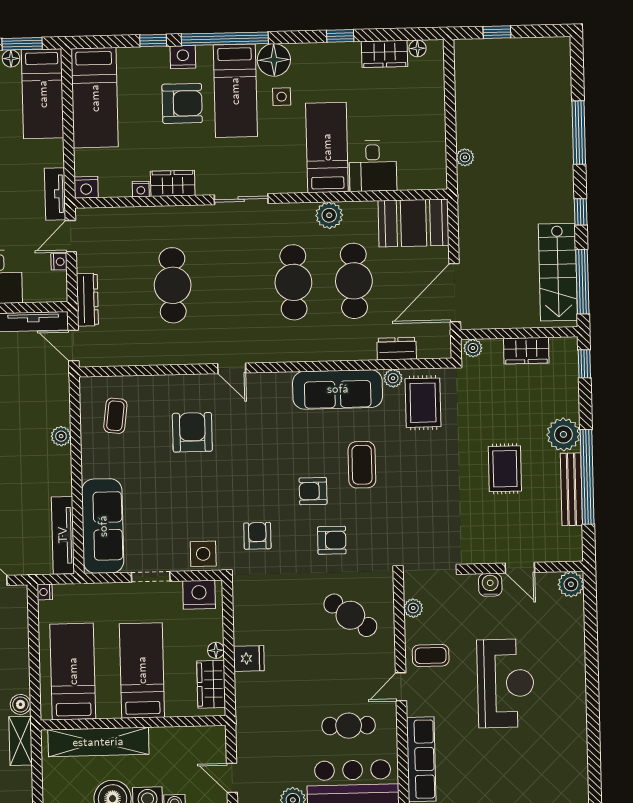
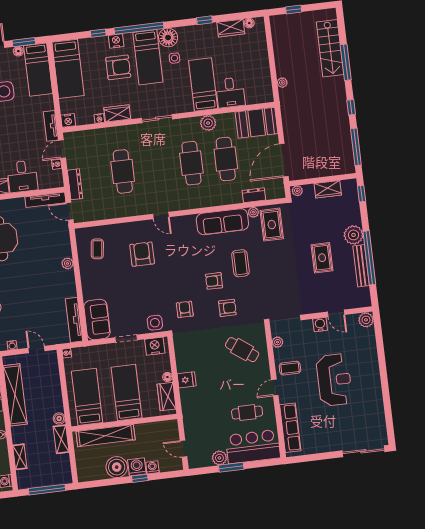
stairs: (558, 272) -> (330, 48), moved
sofa: (103, 526) -> (97, 319), width x0.73

